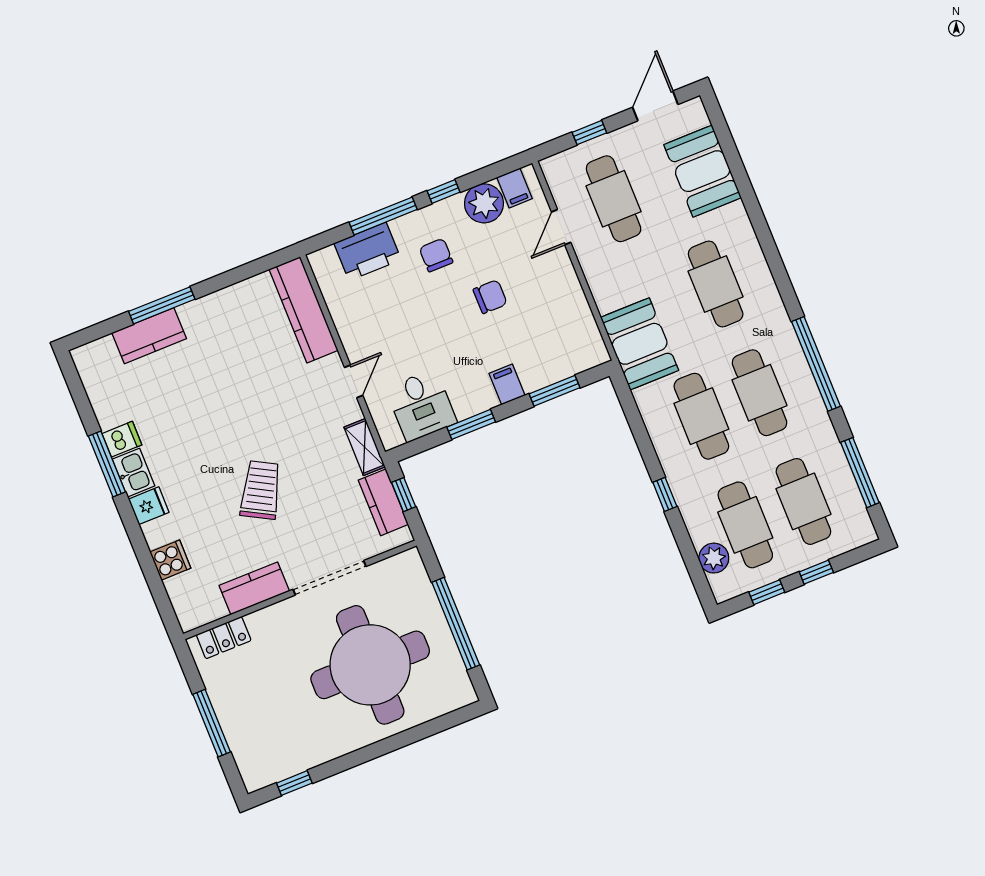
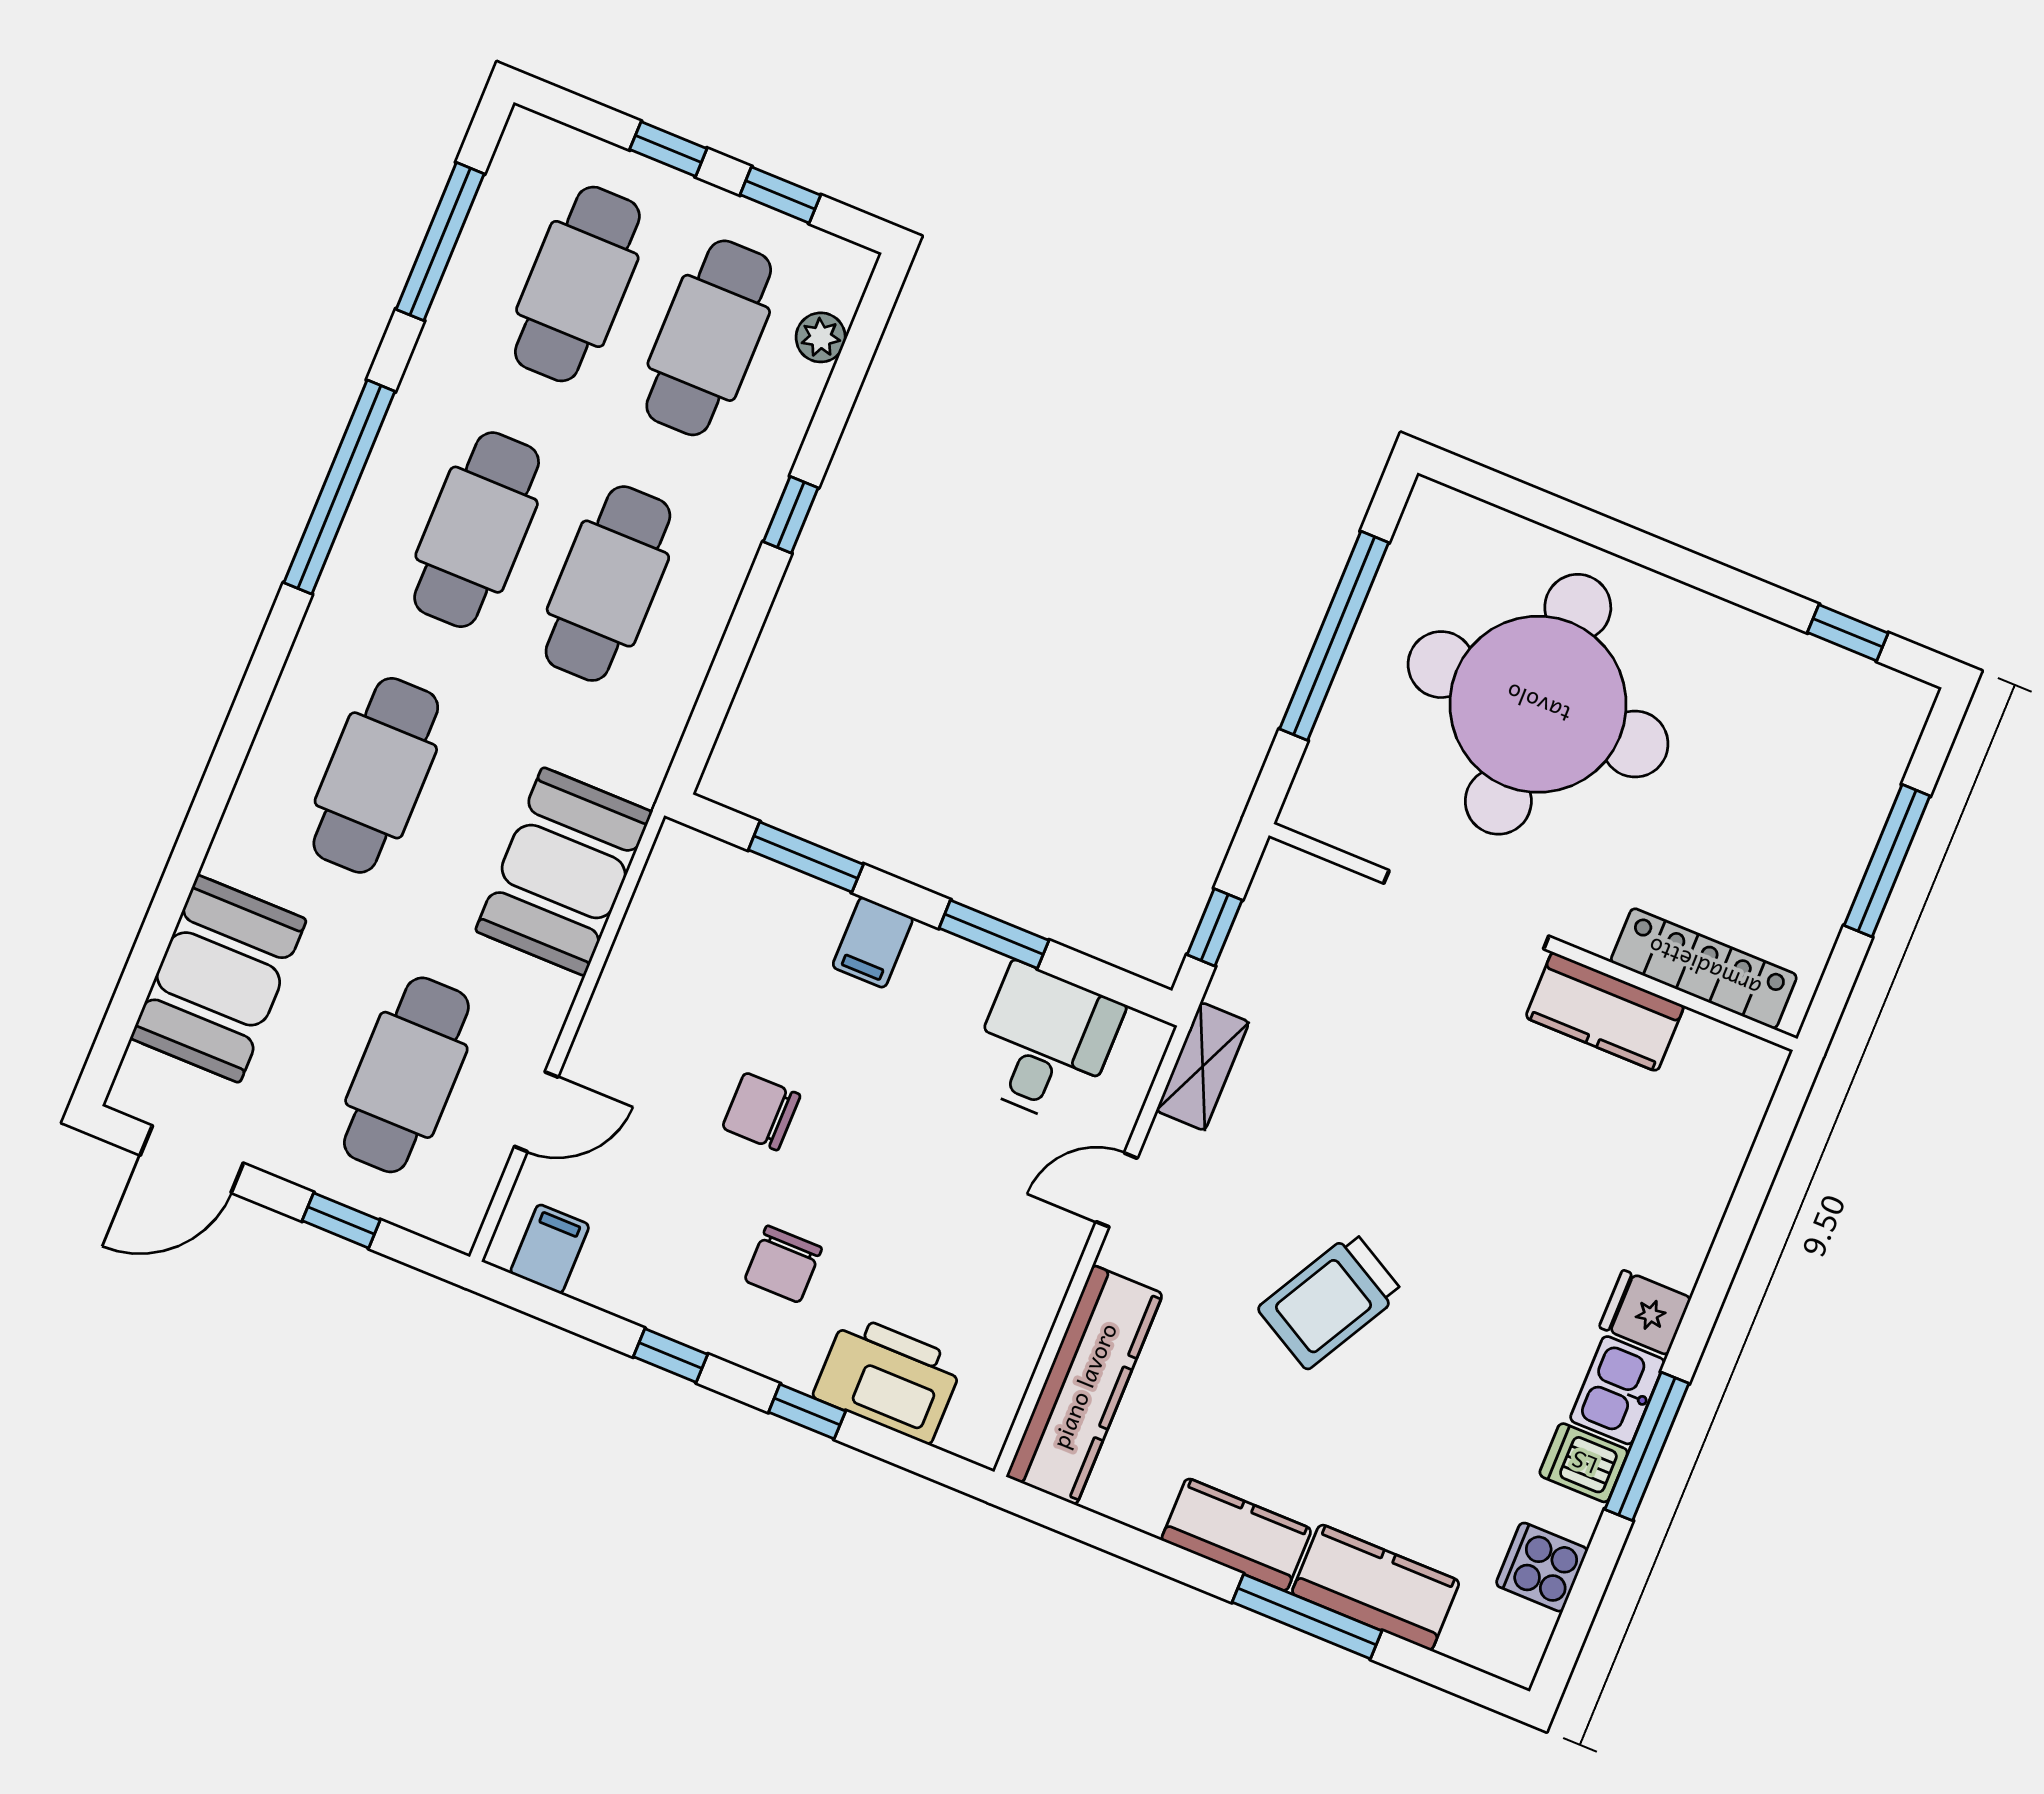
plant: (484, 203) -> (624, 1272), removed
window: (383, 216) -> (807, 1412), width x0.46
booth: (640, 344) -> (564, 871), moved
trolley: (261, 490) -> (1330, 1301), moved
kitchen counter: (383, 502) -> (1236, 1535), moved, turned -90
plant: (714, 558) -> (821, 337), width x0.73, depth x0.73
cooker: (170, 560) -> (1542, 1567), moved
locker: (224, 638) -> (1704, 968), width x1.53

